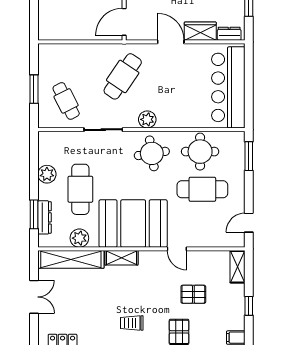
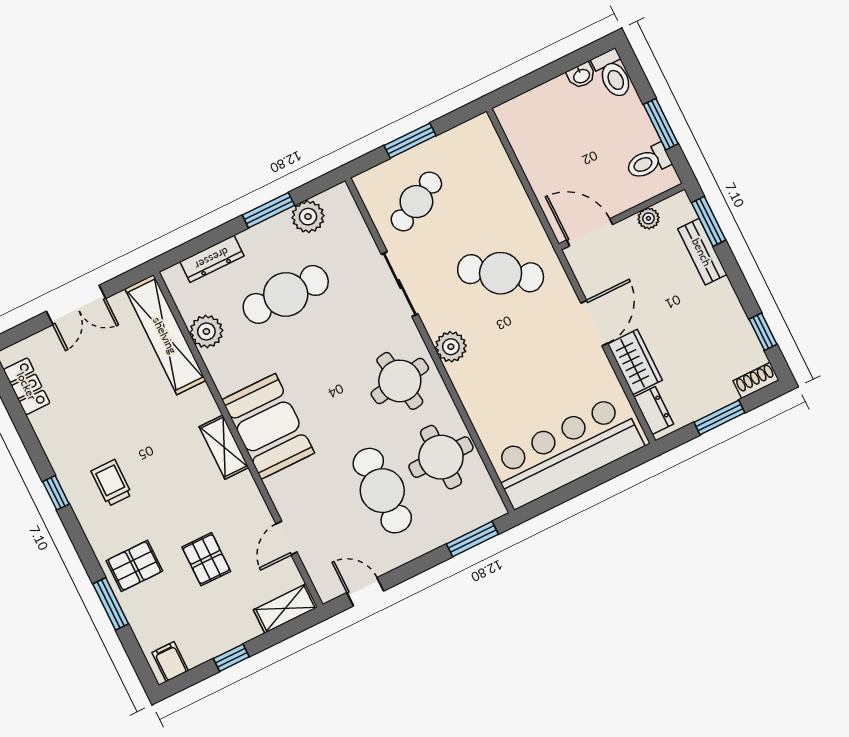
plant: (47, 174) -> (308, 217), moved
window: (34, 214) -> (268, 210), moved
booth: (133, 224) -> (268, 426), width x0.73, depth x0.70
door: (177, 249) -> (286, 538), moved
shelving: (121, 258) -> (224, 447), moved

